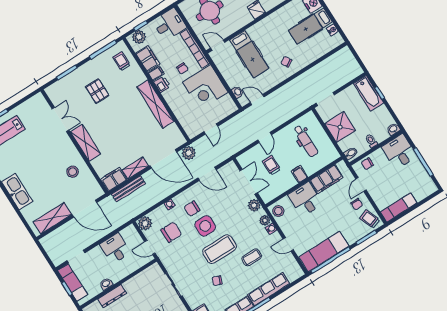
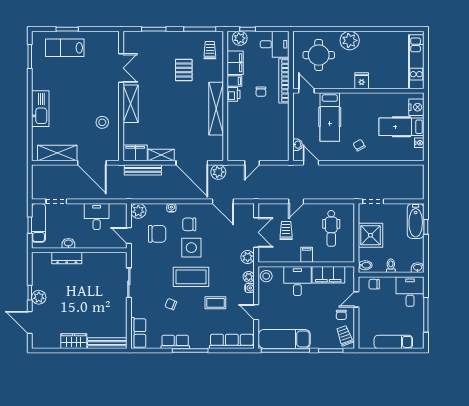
corner desk: (205, 87) -> (271, 122), removed
pallet: (97, 91) -> (184, 70), moved
exam couch: (399, 207) -> (393, 342), moved
row of seats: (269, 289) -> (232, 341), moved

